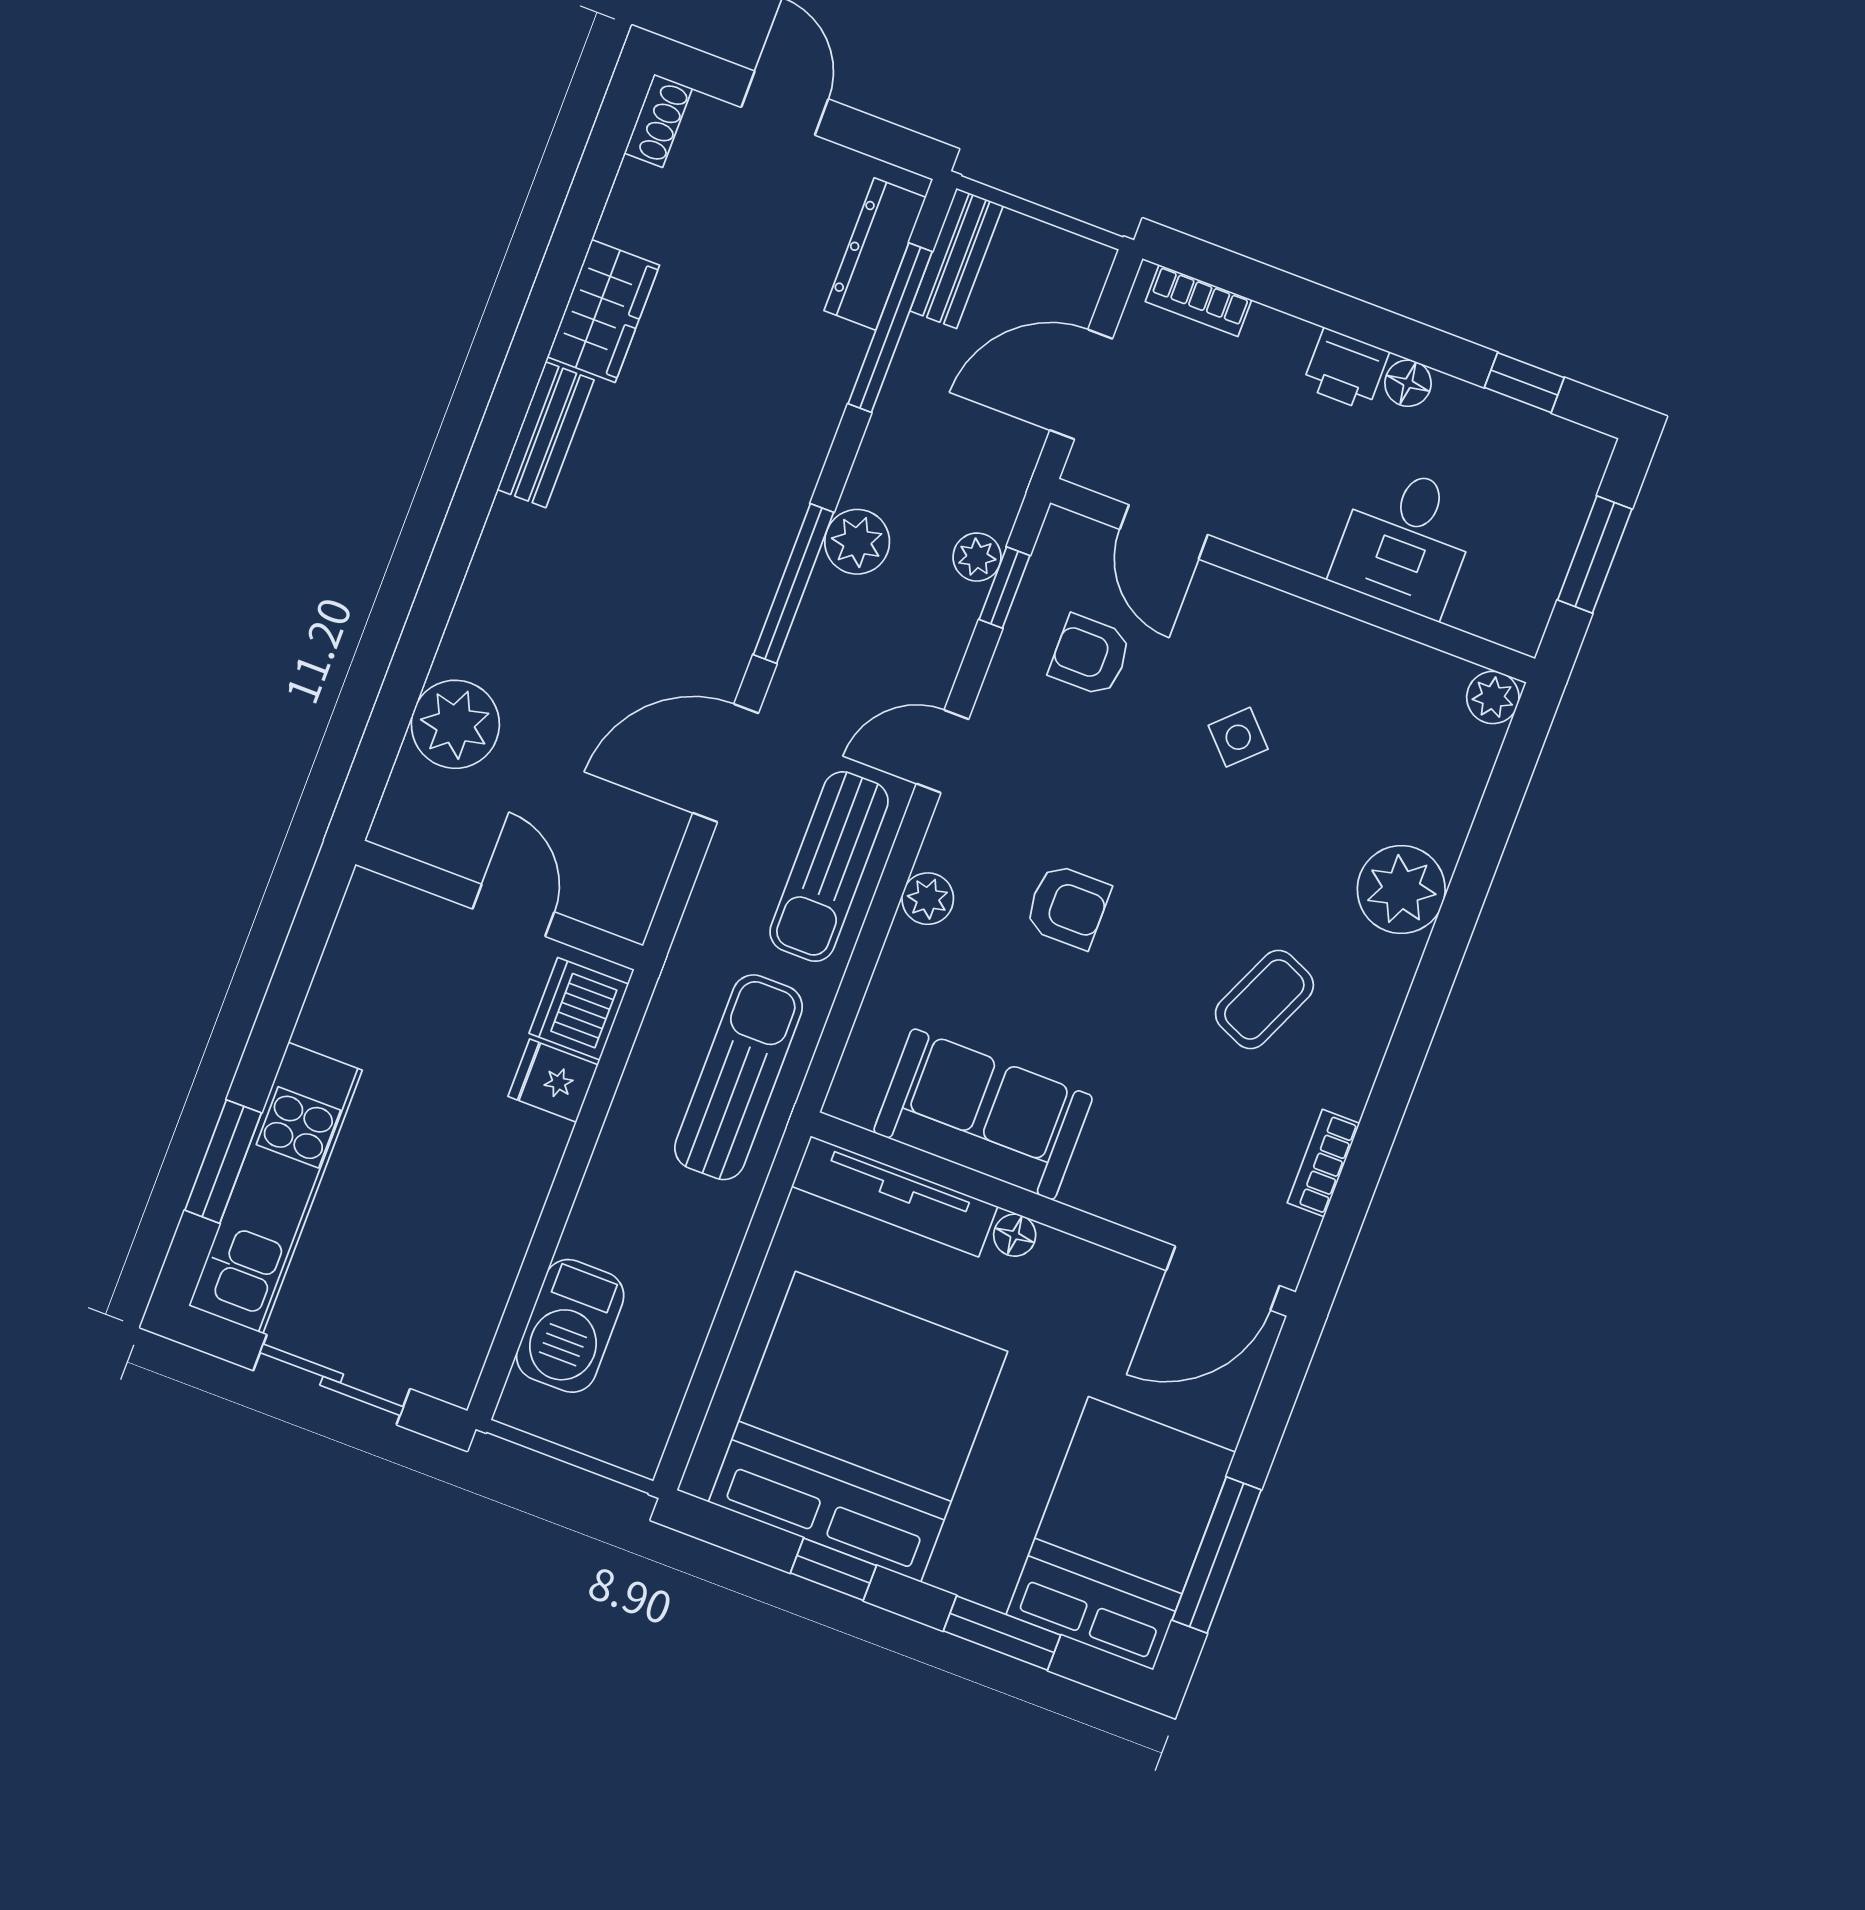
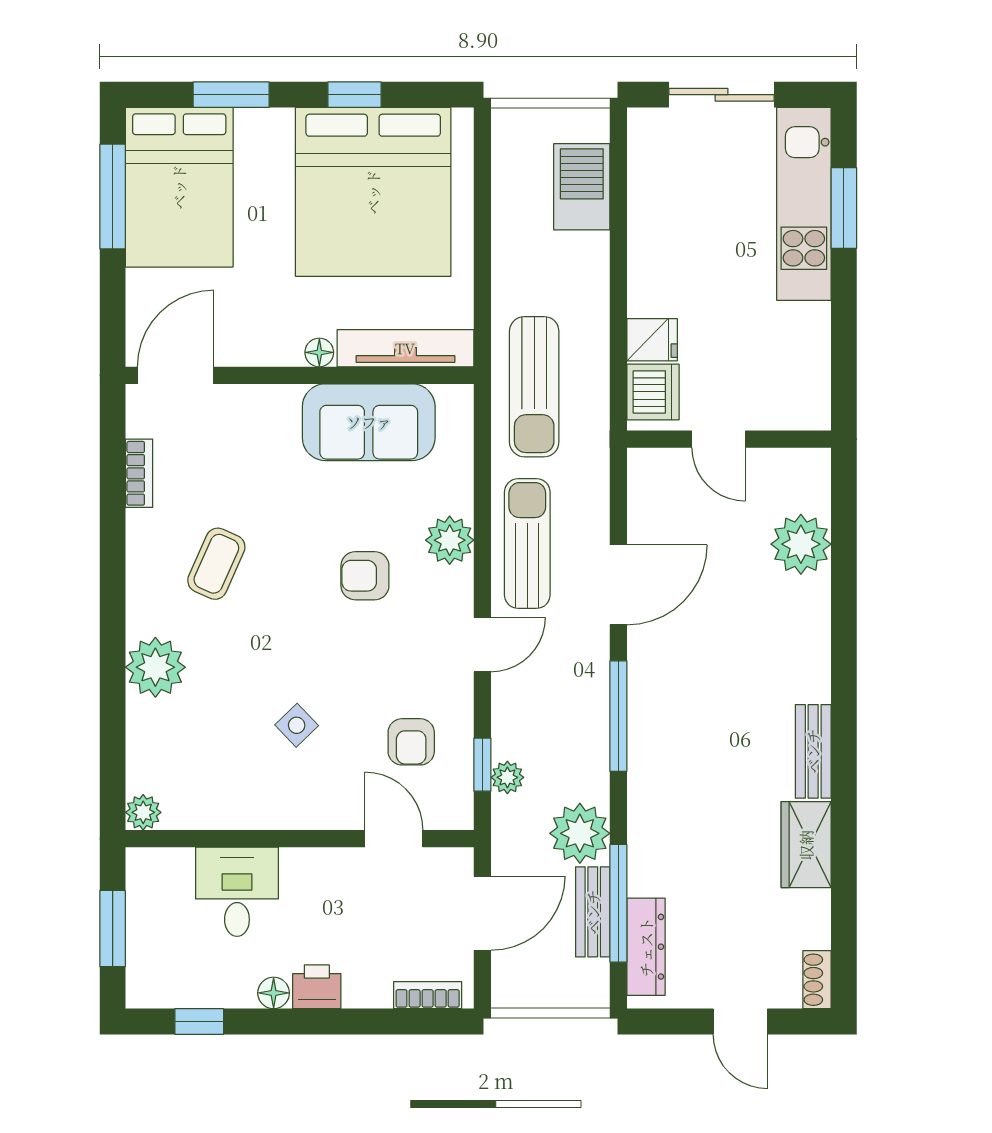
bench: (956, 258) -> (593, 912), moved
plant: (857, 542) -> (580, 833), moved, width x1.36, depth x1.36
armchair: (1090, 655) -> (411, 742), turned 90
plant: (928, 899) -> (450, 540), width x1.38, depth x1.38

